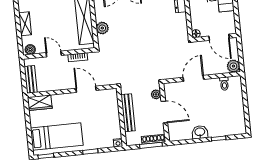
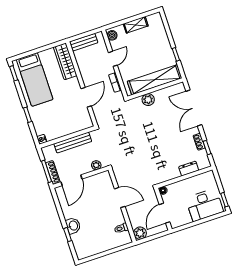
wardrobe: (40, 103) -> (65, 61), width x1.50
door: (164, 112) -> (71, 180), moved
washbasin: (200, 132) -> (73, 226), moved

